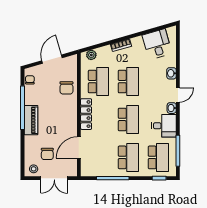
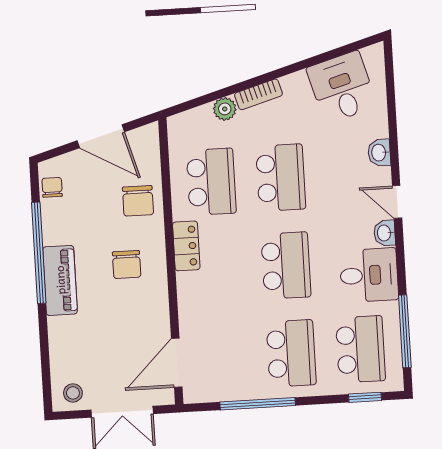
plant: (91, 55) -> (225, 109), moved
door: (52, 59) -> (101, 136), swing flipped
door: (178, 95) -> (397, 202), swing flipped
locker: (86, 114) -> (186, 246), width x0.66
door: (79, 147) -> (177, 363), moved
chair: (47, 154) -> (127, 264), moved

